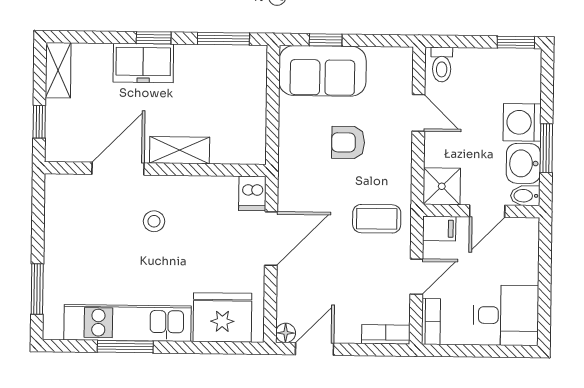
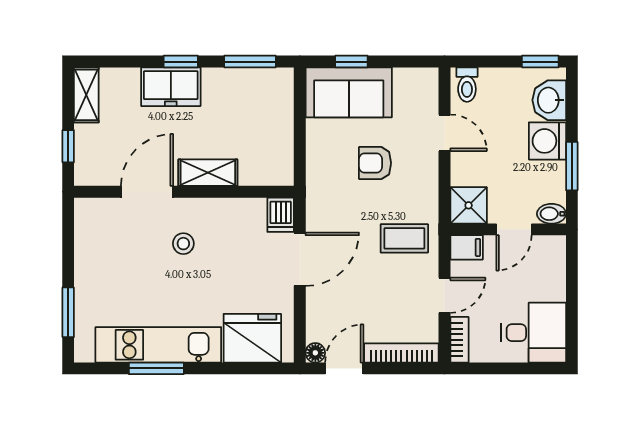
washbasin: (523, 163) -> (549, 100), moved
bookcase: (386, 334) -> (401, 353), width x1.56

